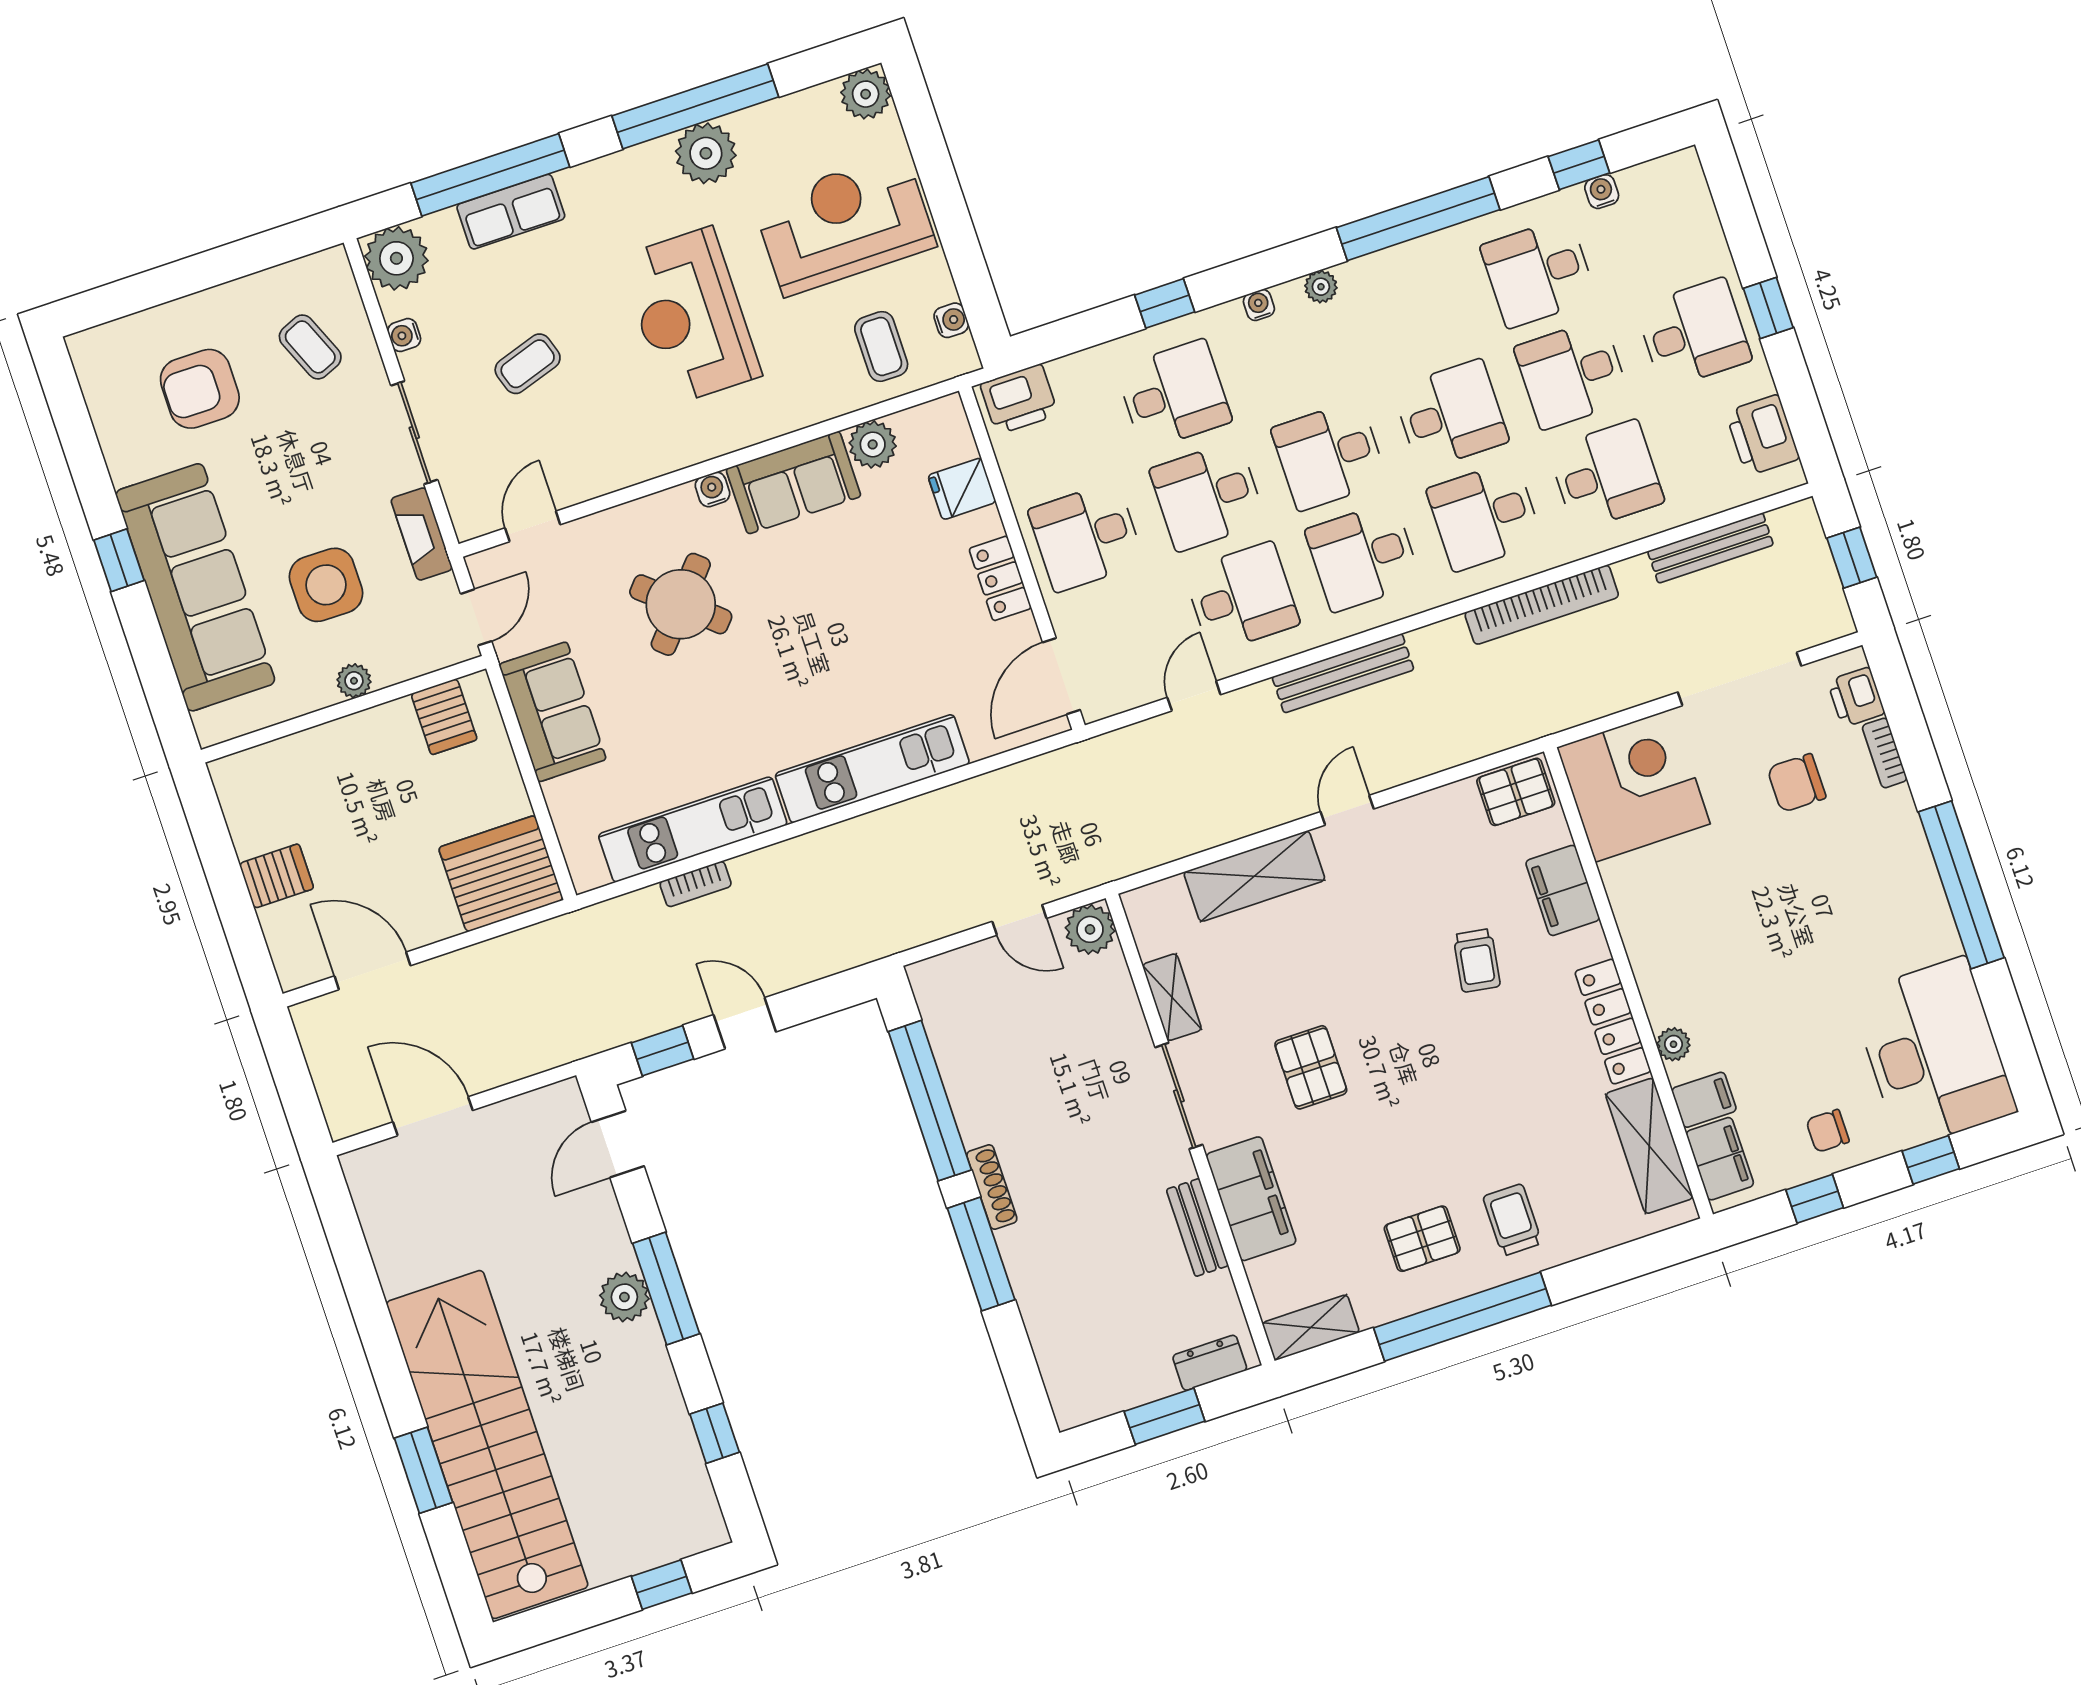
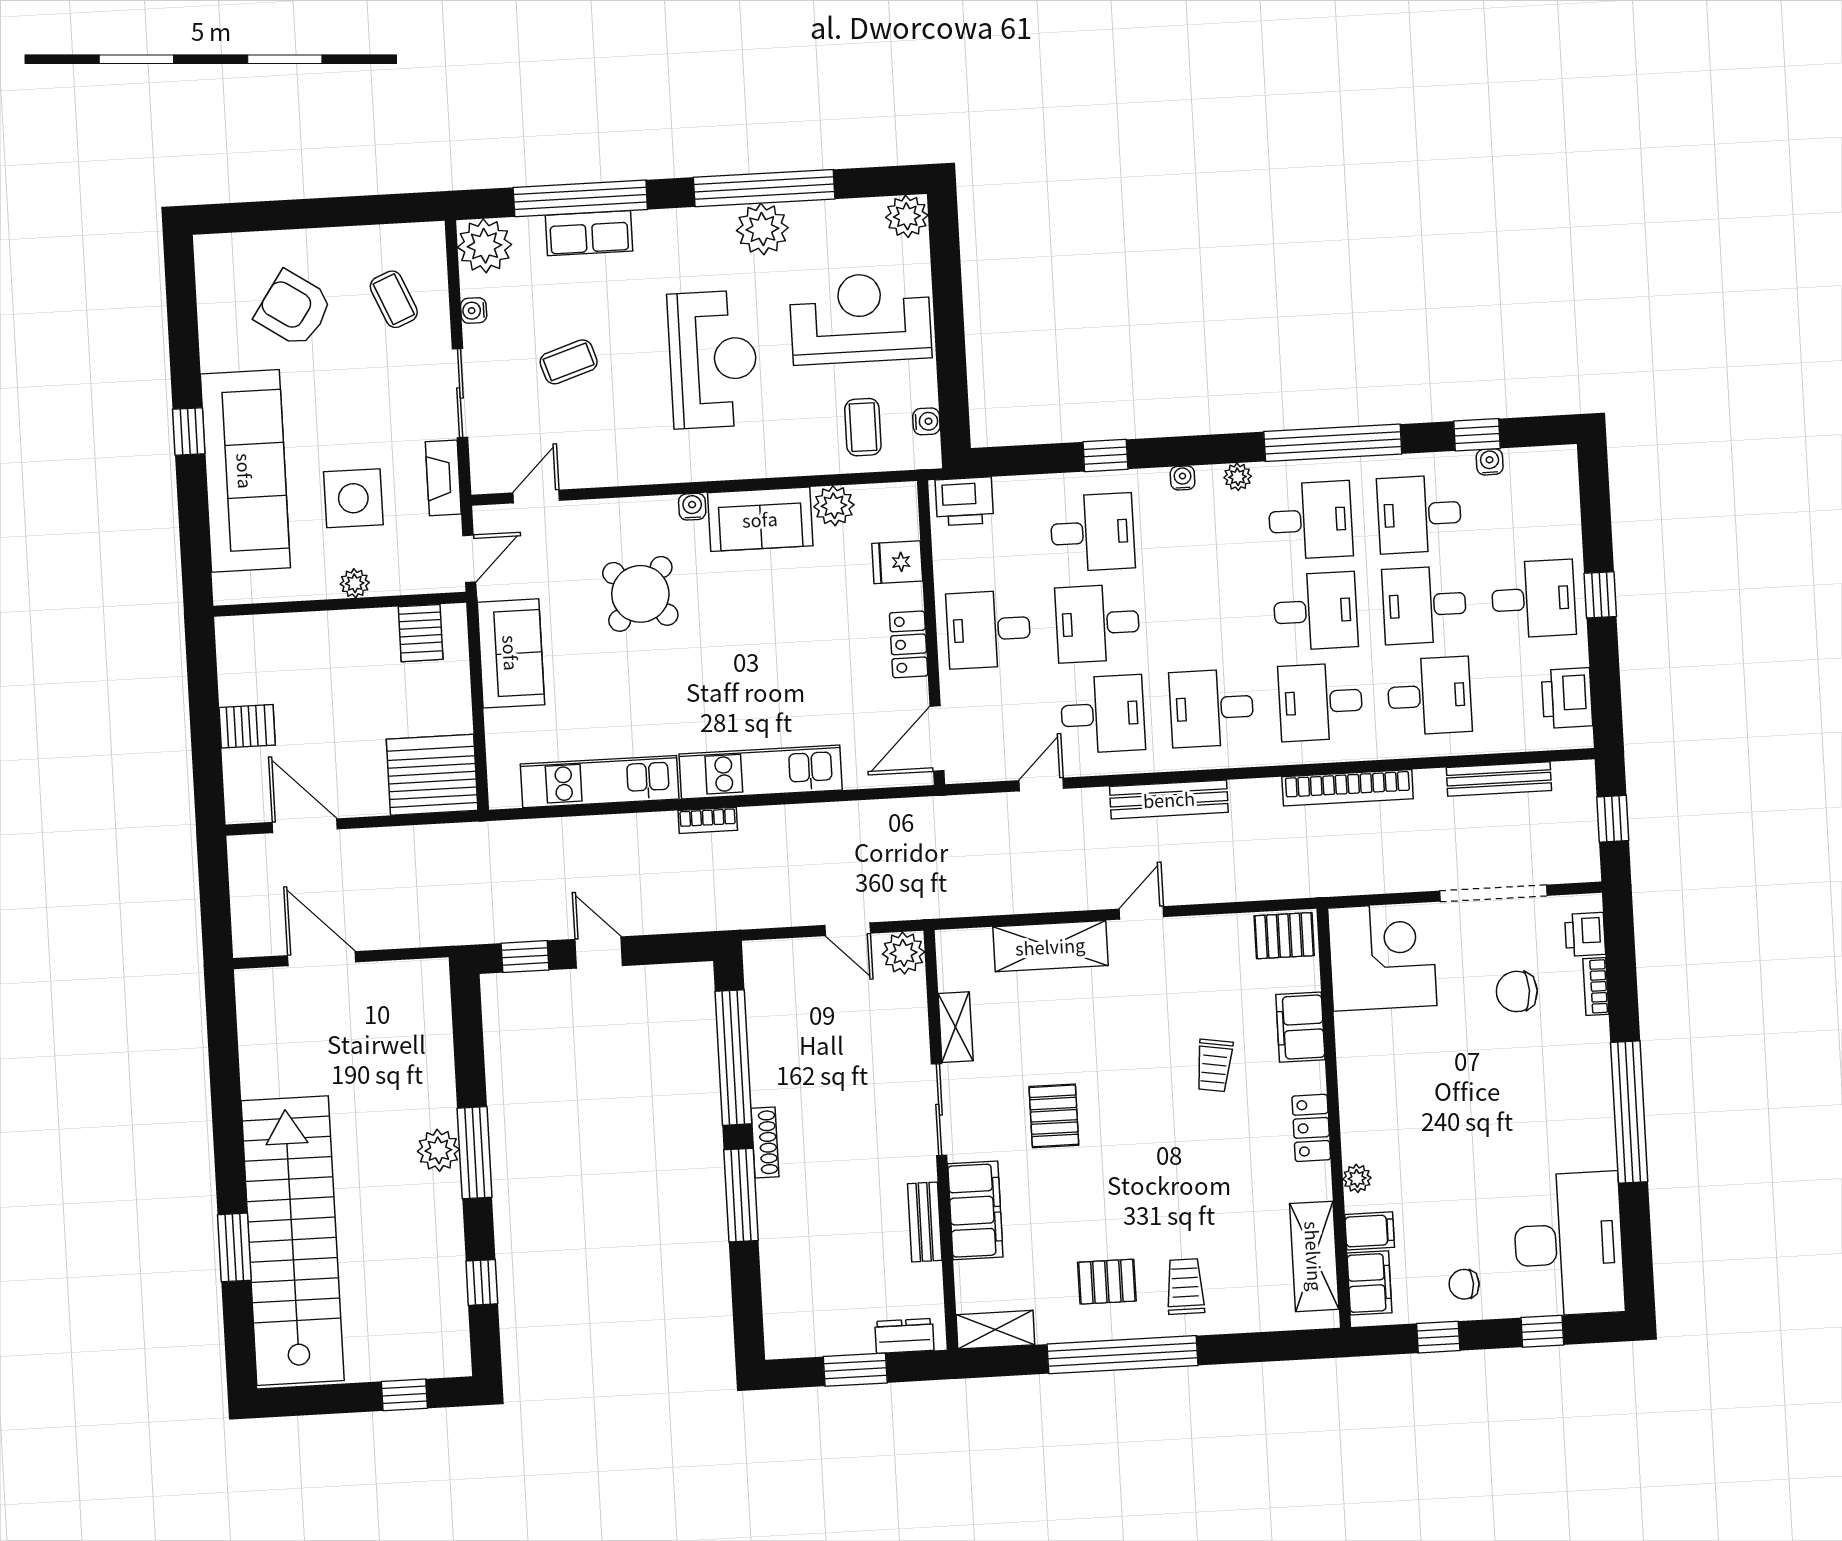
reception desk: (690, 316) -> (713, 359), turned 180
armchair: (200, 389) -> (294, 309), turned 34
desk: (1329, 455) -> (1310, 520), moved, turned 180
bookcase: (696, 884) -> (708, 820), moved
locker: (1613, 1022) -> (1311, 1128), width x0.66
door: (618, 1144) -> (467, 1023), removed

